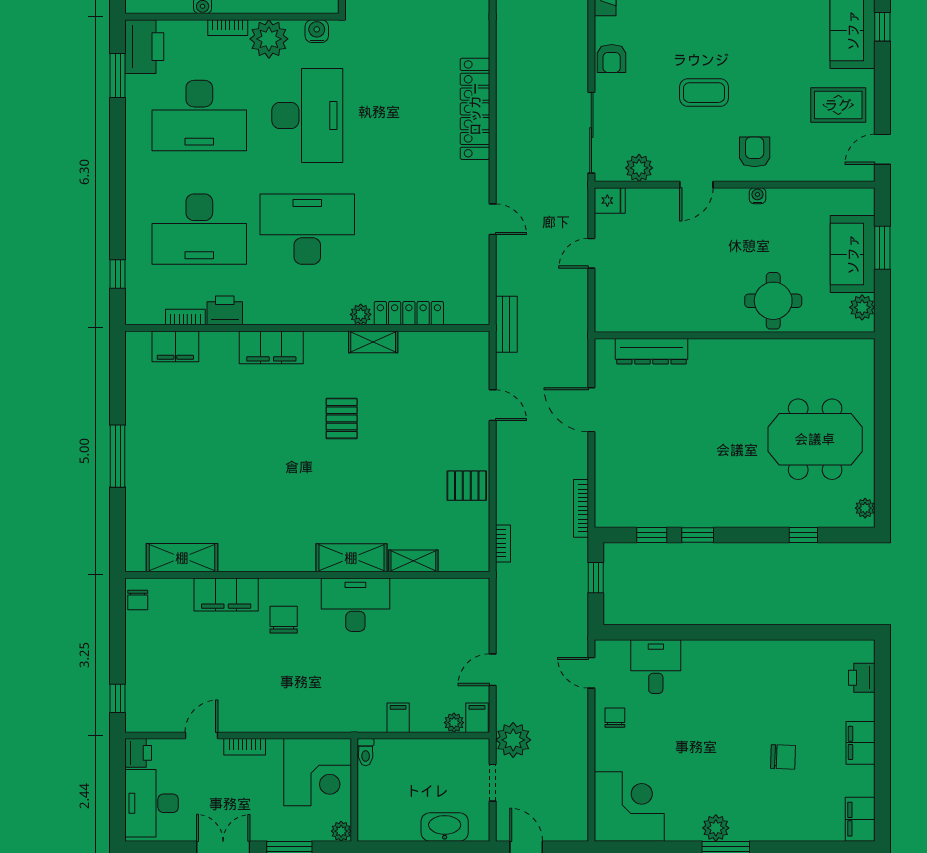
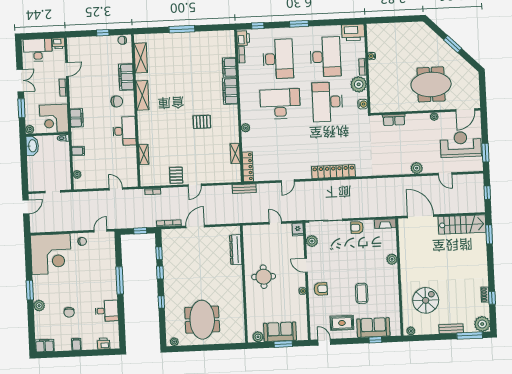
window: (118, 76) -> (299, 24), moved
coffee table: (704, 93) -> (362, 293), moved
rug: (838, 105) -> (342, 323), turned 90
desk: (199, 115) -> (325, 57), turned 180
desk: (307, 115) -> (327, 102), turned 90
desk: (199, 229) -> (278, 59), turned 180
desk: (307, 229) -> (280, 104), turned -90
round table: (773, 301) -> (264, 277), moved
printer: (225, 310) -> (243, 38), moved
locker: (409, 313) -> (248, 167), moved
shelving: (373, 342) -> (235, 153), moved
filing cabinet: (175, 346) -> (229, 67), moved
door: (493, 405) -> (195, 185), moved
door: (591, 410) -> (195, 226), moved
window: (803, 535) -> (161, 302), moved
shelving: (351, 558) -> (142, 95), moved
window: (712, 632) -> (120, 280), added
desk: (656, 667) -> (107, 311), moved
door: (493, 670) -> (116, 189), moved
window: (118, 698) -> (103, 33), moved
filing cabinet: (477, 718) -> (77, 118), moved, width x2.00
door: (201, 736) -> (67, 69), hinge flipped
plant: (513, 740) -> (71, 199), removed
filing cabinet: (861, 743) -> (76, 344), width x0.50
corner desk: (629, 806) -> (51, 254), width x1.36, depth x1.36
washbasin: (445, 827) -> (32, 146), moved
plant: (716, 828) -> (39, 306), moved

